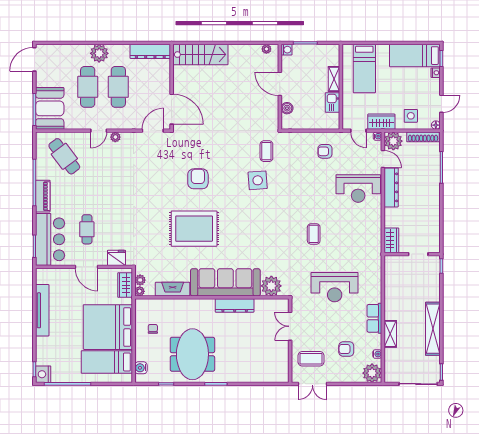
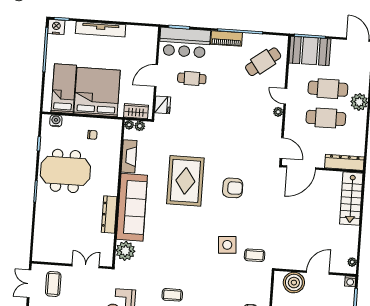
dresser: (150, 51) -> (344, 162), moved, turned 90
boiler: (287, 108) -> (294, 283), width x1.86, depth x1.86
tv unit: (42, 310) -> (101, 29), moved

